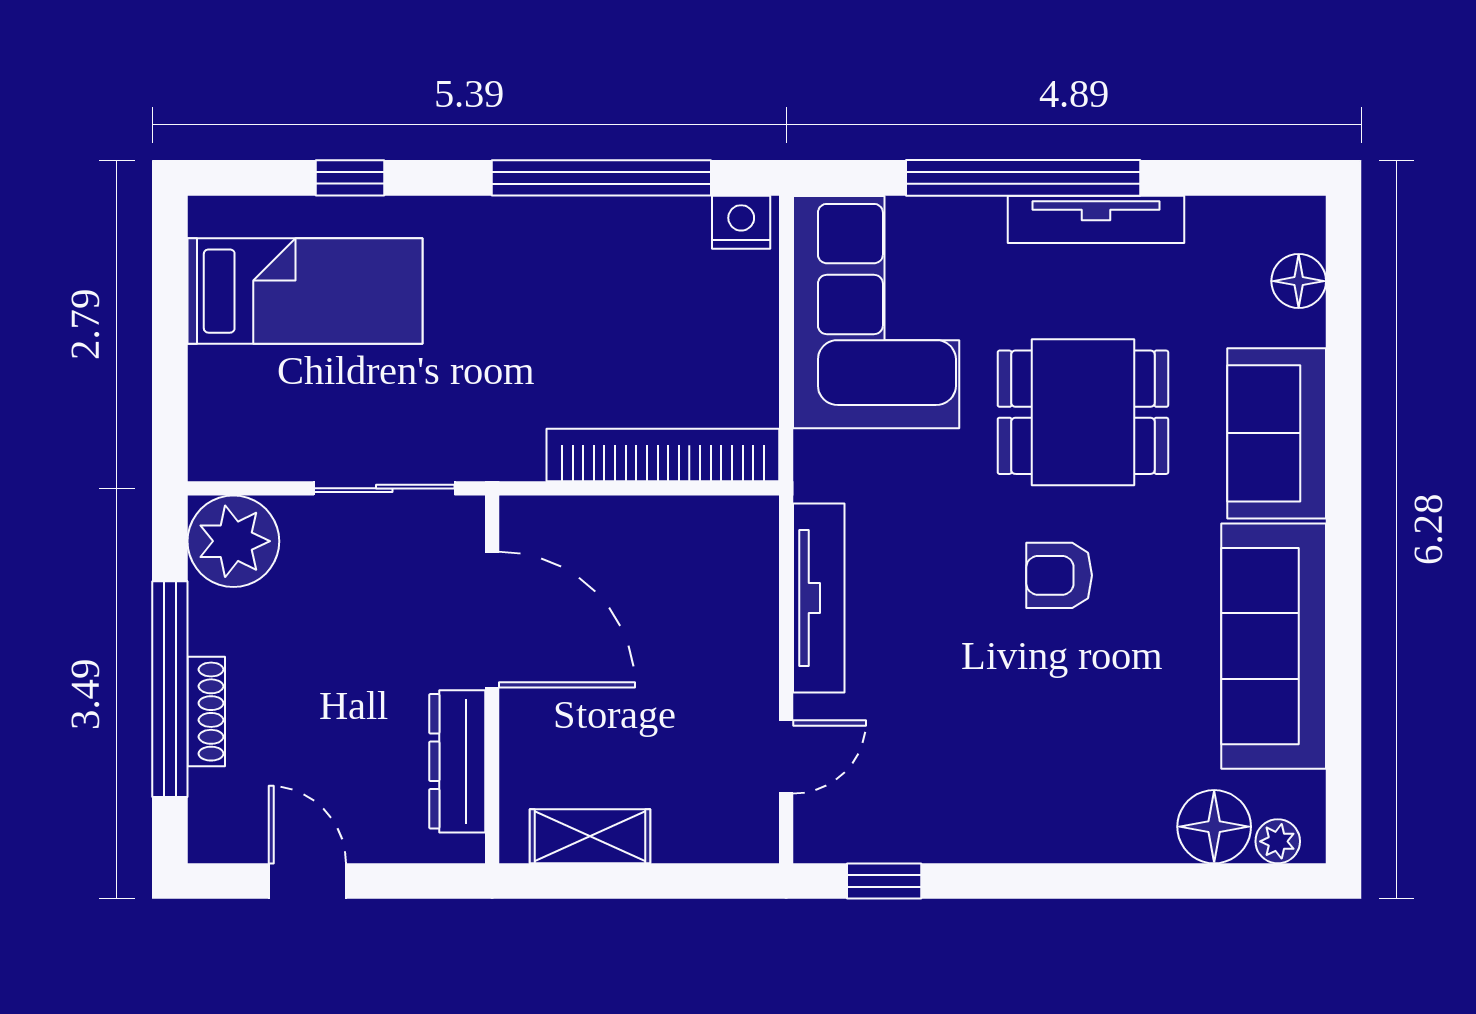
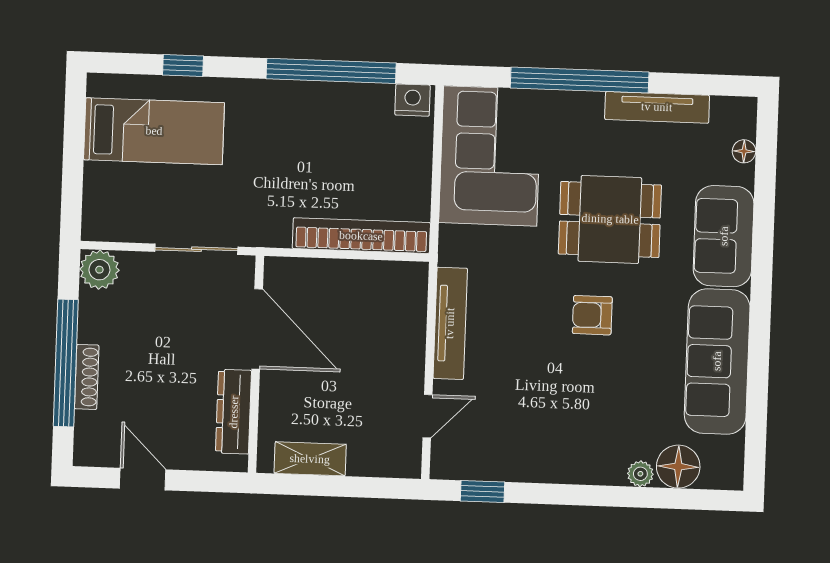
tv unit: (1096, 219) -> (657, 107), moved
floor lamp: (1299, 281) -> (744, 151), width x0.73, depth x0.73
plant: (233, 541) -> (99, 270), width x0.73, depth x0.73
plant: (1278, 841) -> (640, 474), moved

